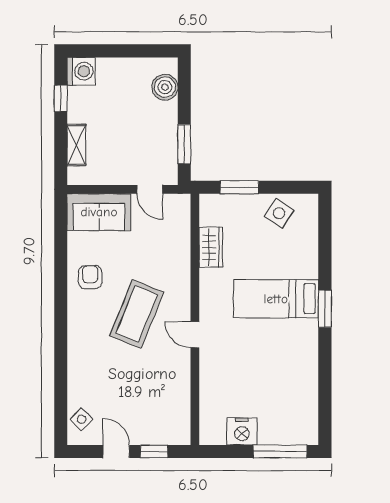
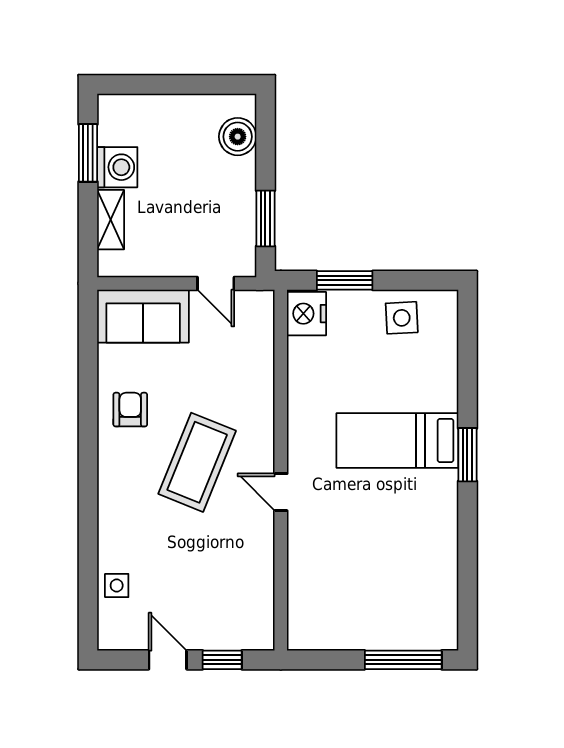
washing machine: (81, 71) -> (117, 167), moved
window: (61, 99) -> (88, 153), width x1.50
side table: (279, 213) -> (402, 318), turned -36
wardrobe: (211, 247) -> (304, 367), removed
side table: (82, 419) -> (117, 585), moved, turned 45
nightstand: (242, 431) -> (306, 314), moved, turned 90

